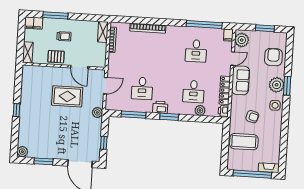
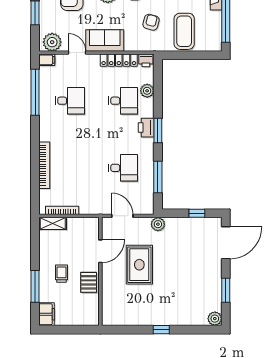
shelving: (28, 52) -> (85, 319), removed
printer: (160, 107) -> (146, 128), moved

